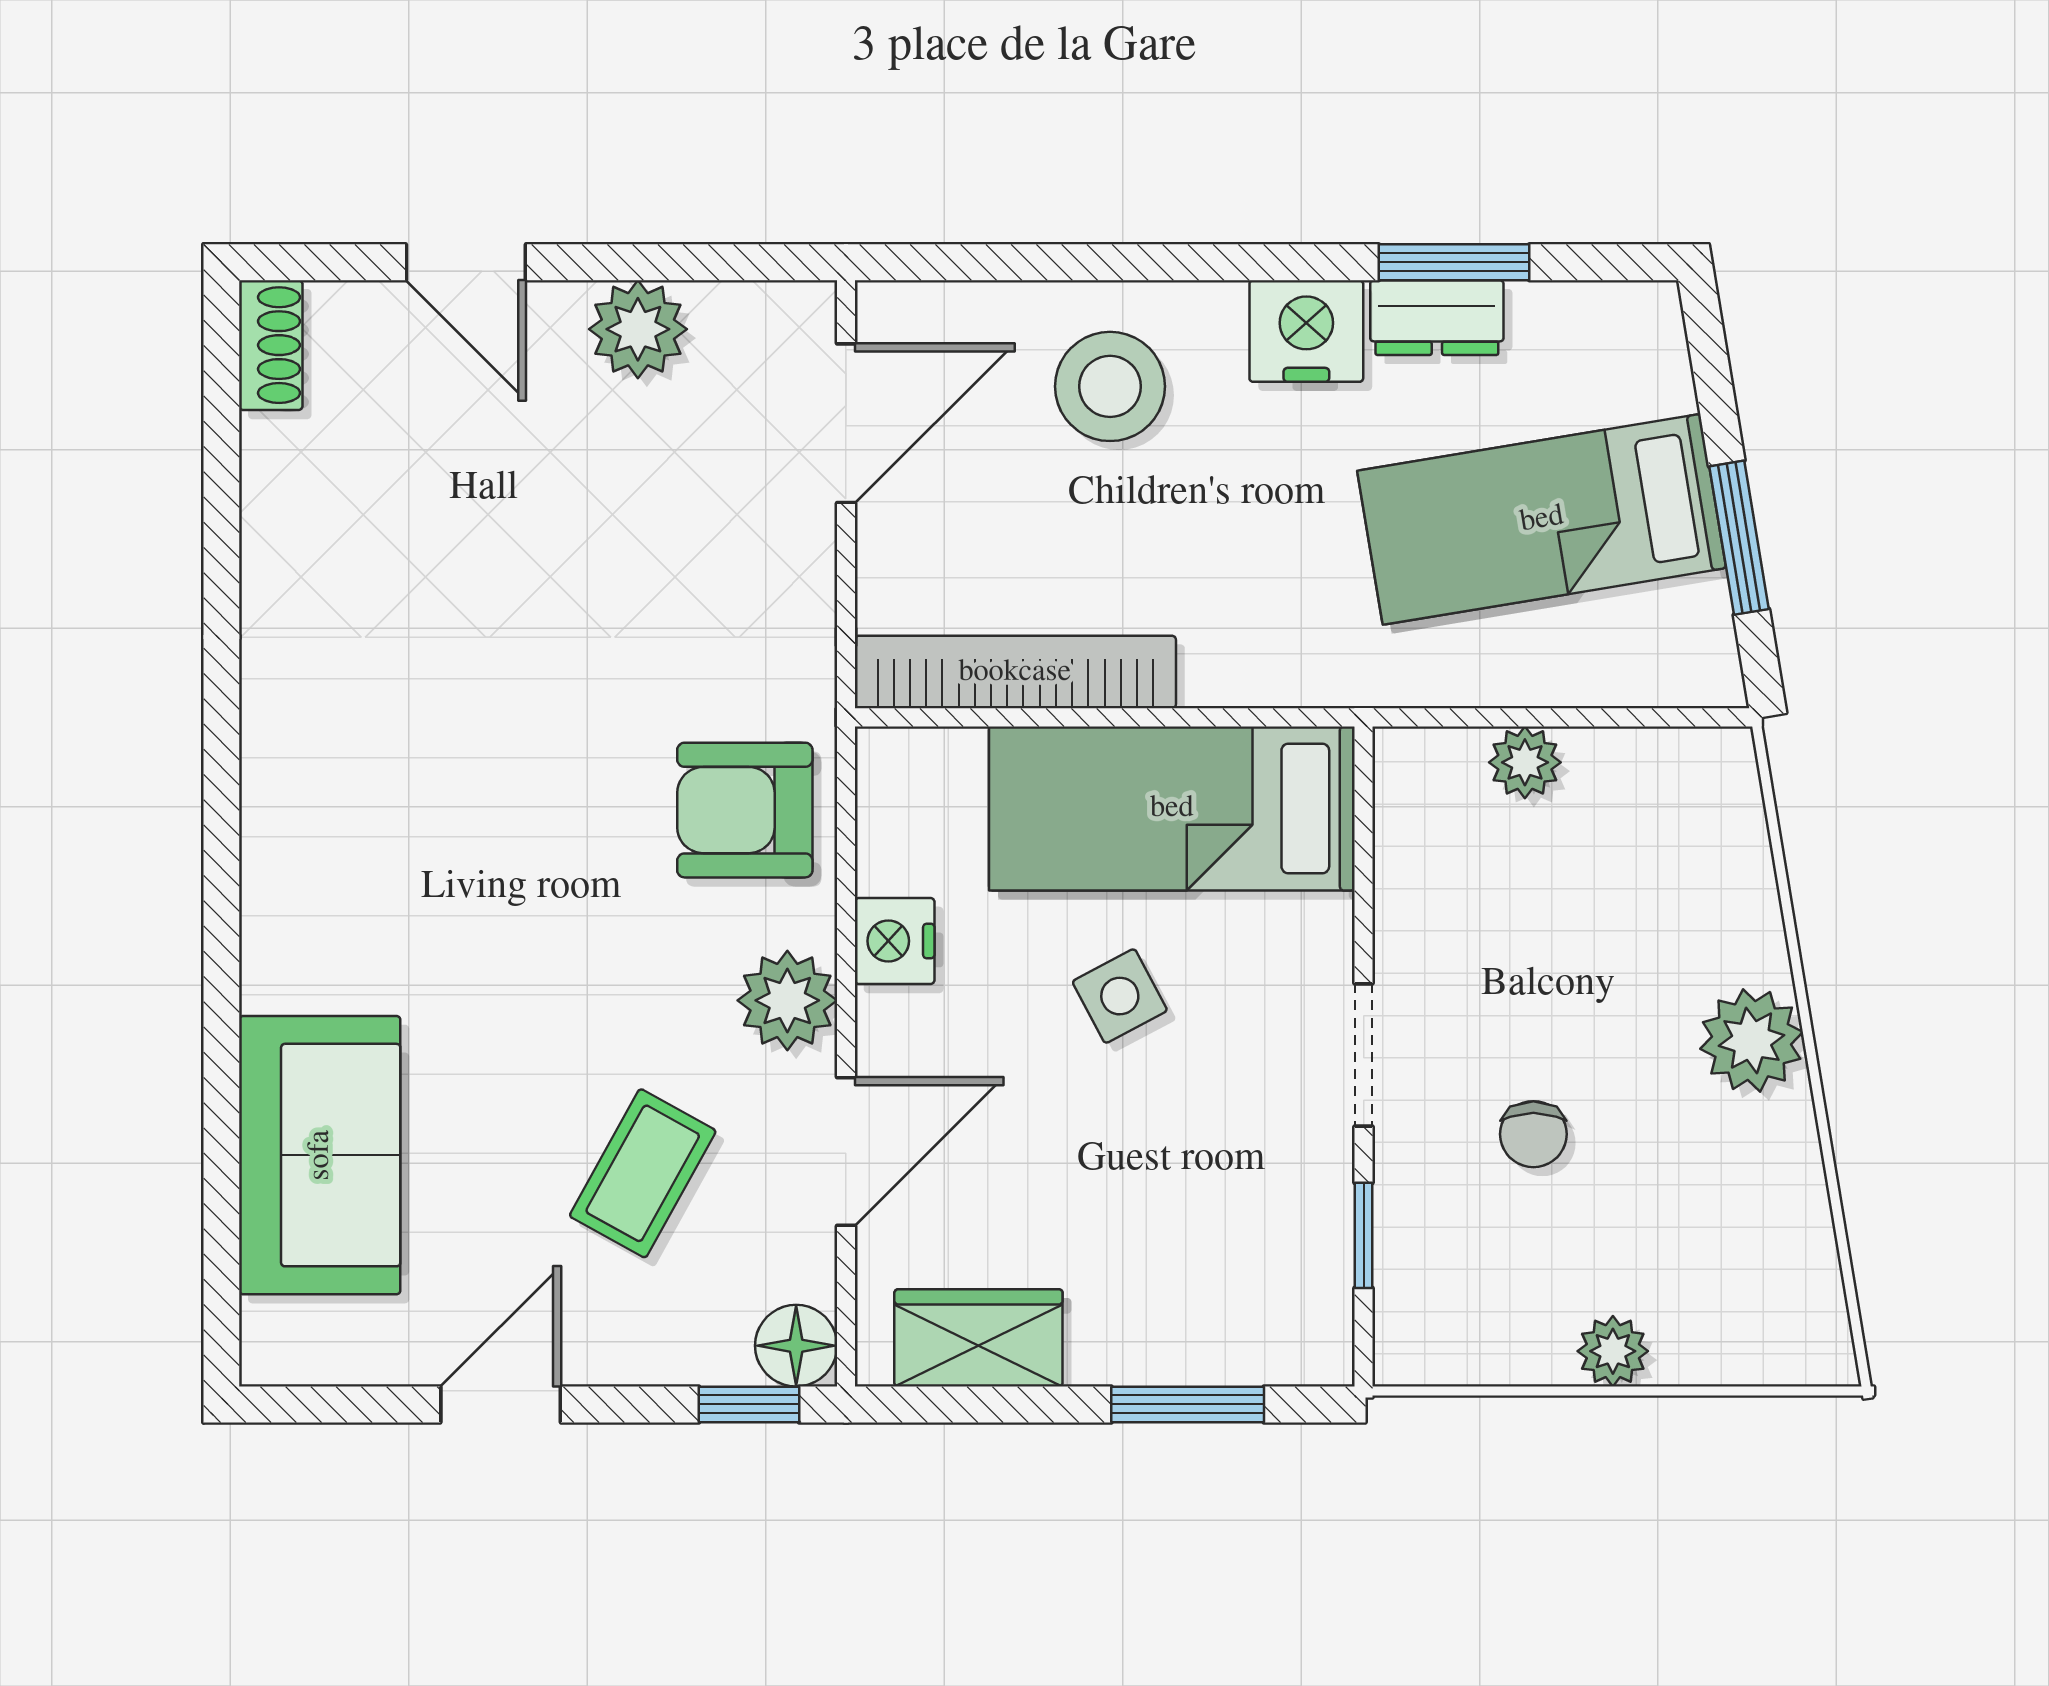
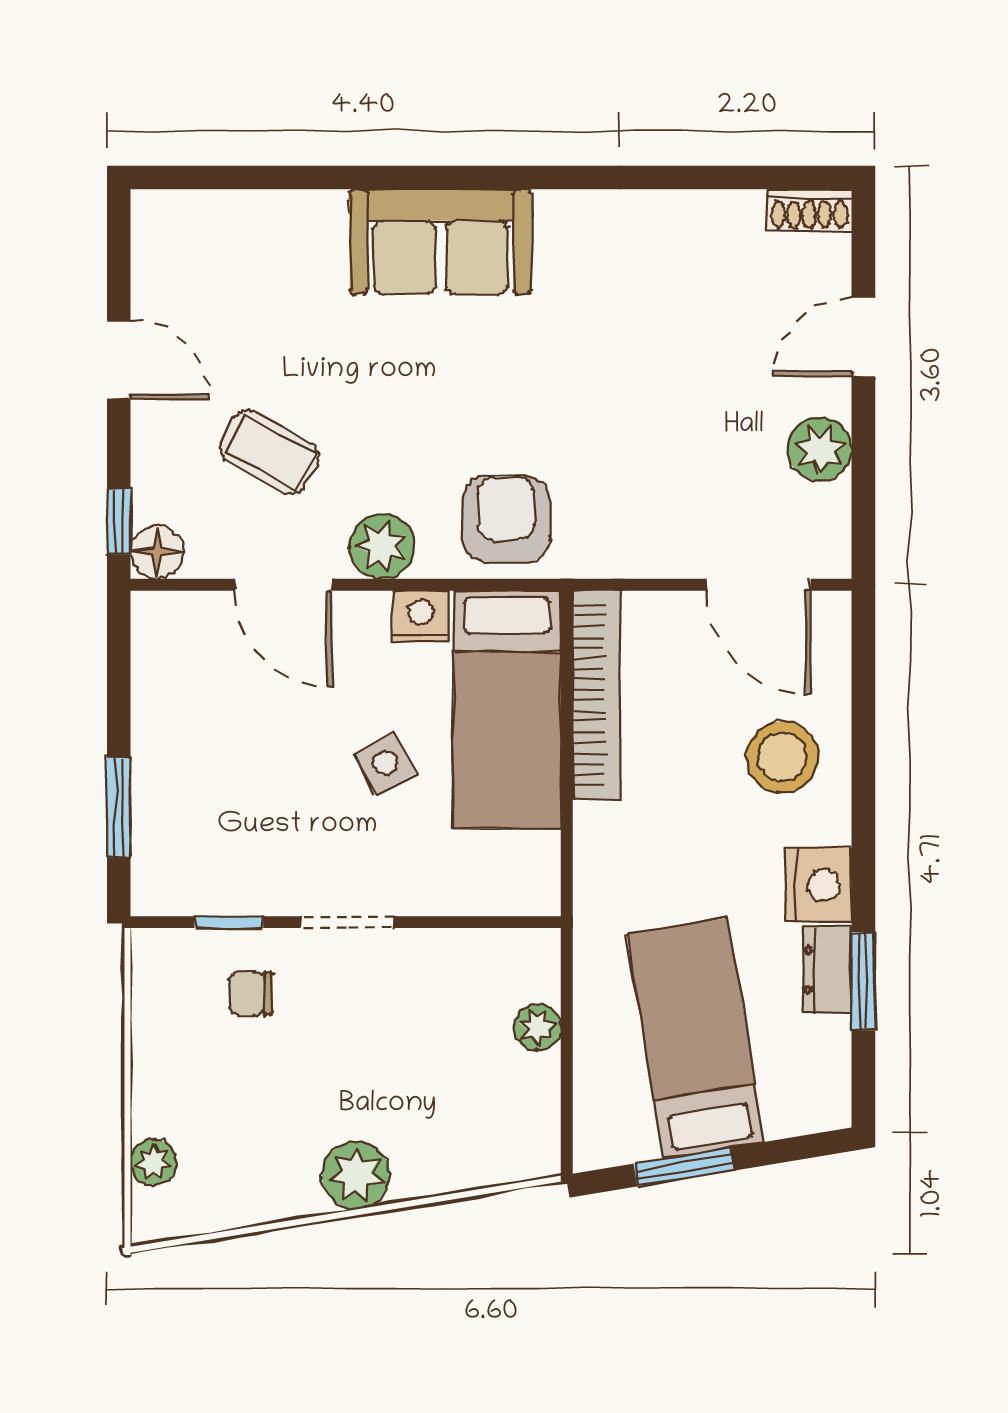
bed: (1172, 808) -> (507, 710), moved, turned 180
chair: (1533, 1134) -> (251, 993), moved
sofa: (320, 1155) -> (441, 242), moved
wardrobe: (978, 1338) -> (162, 671), removed
plant: (1613, 1351) -> (153, 1162), moved

